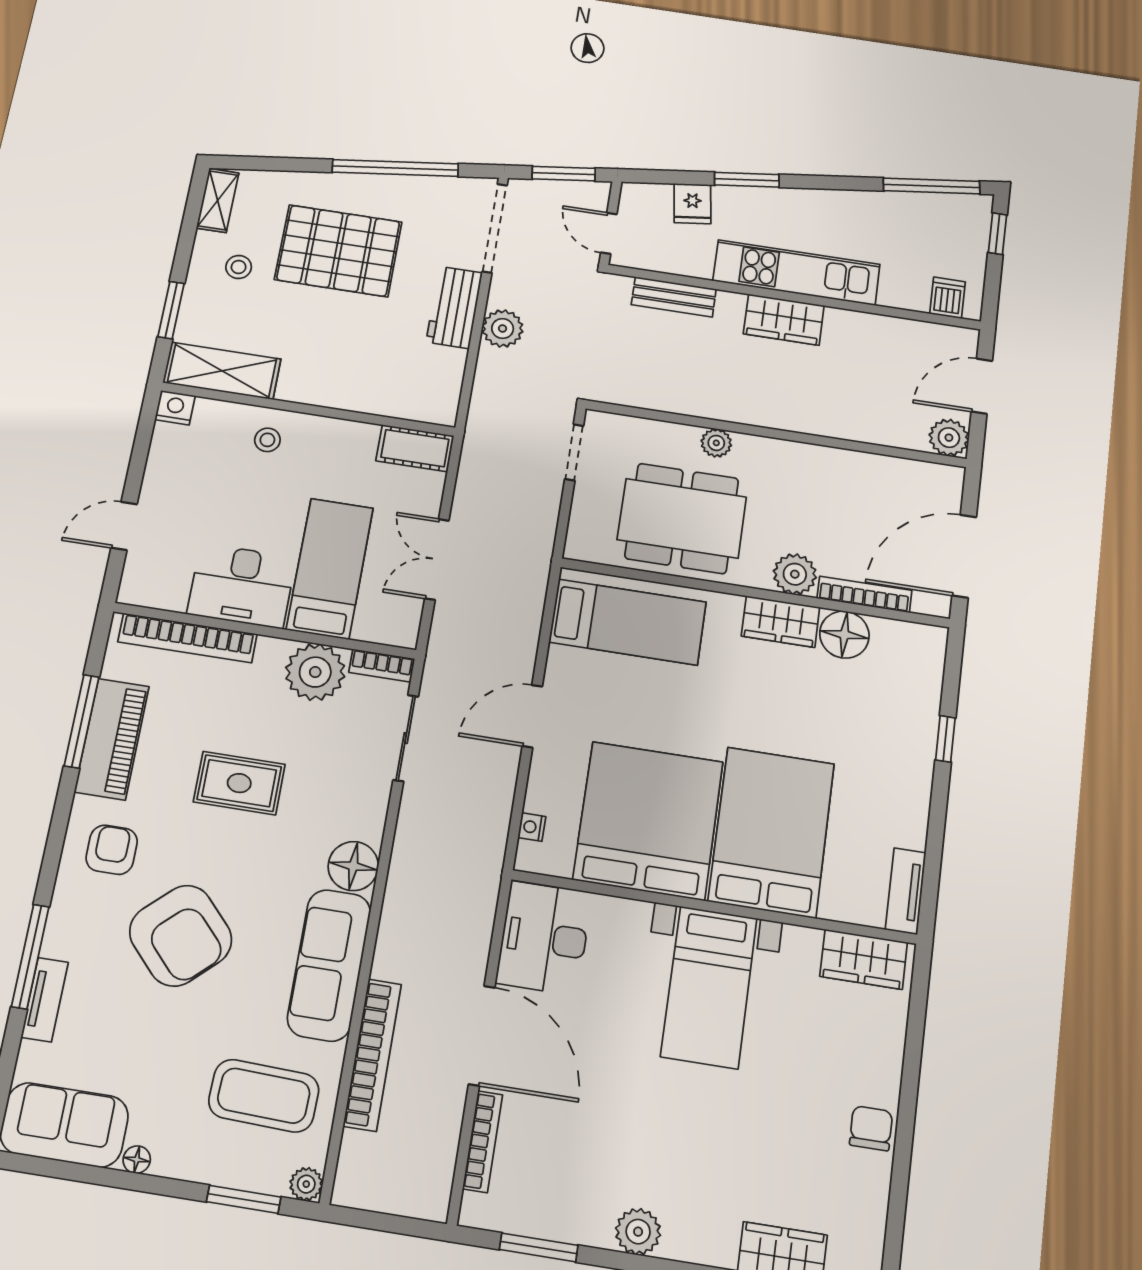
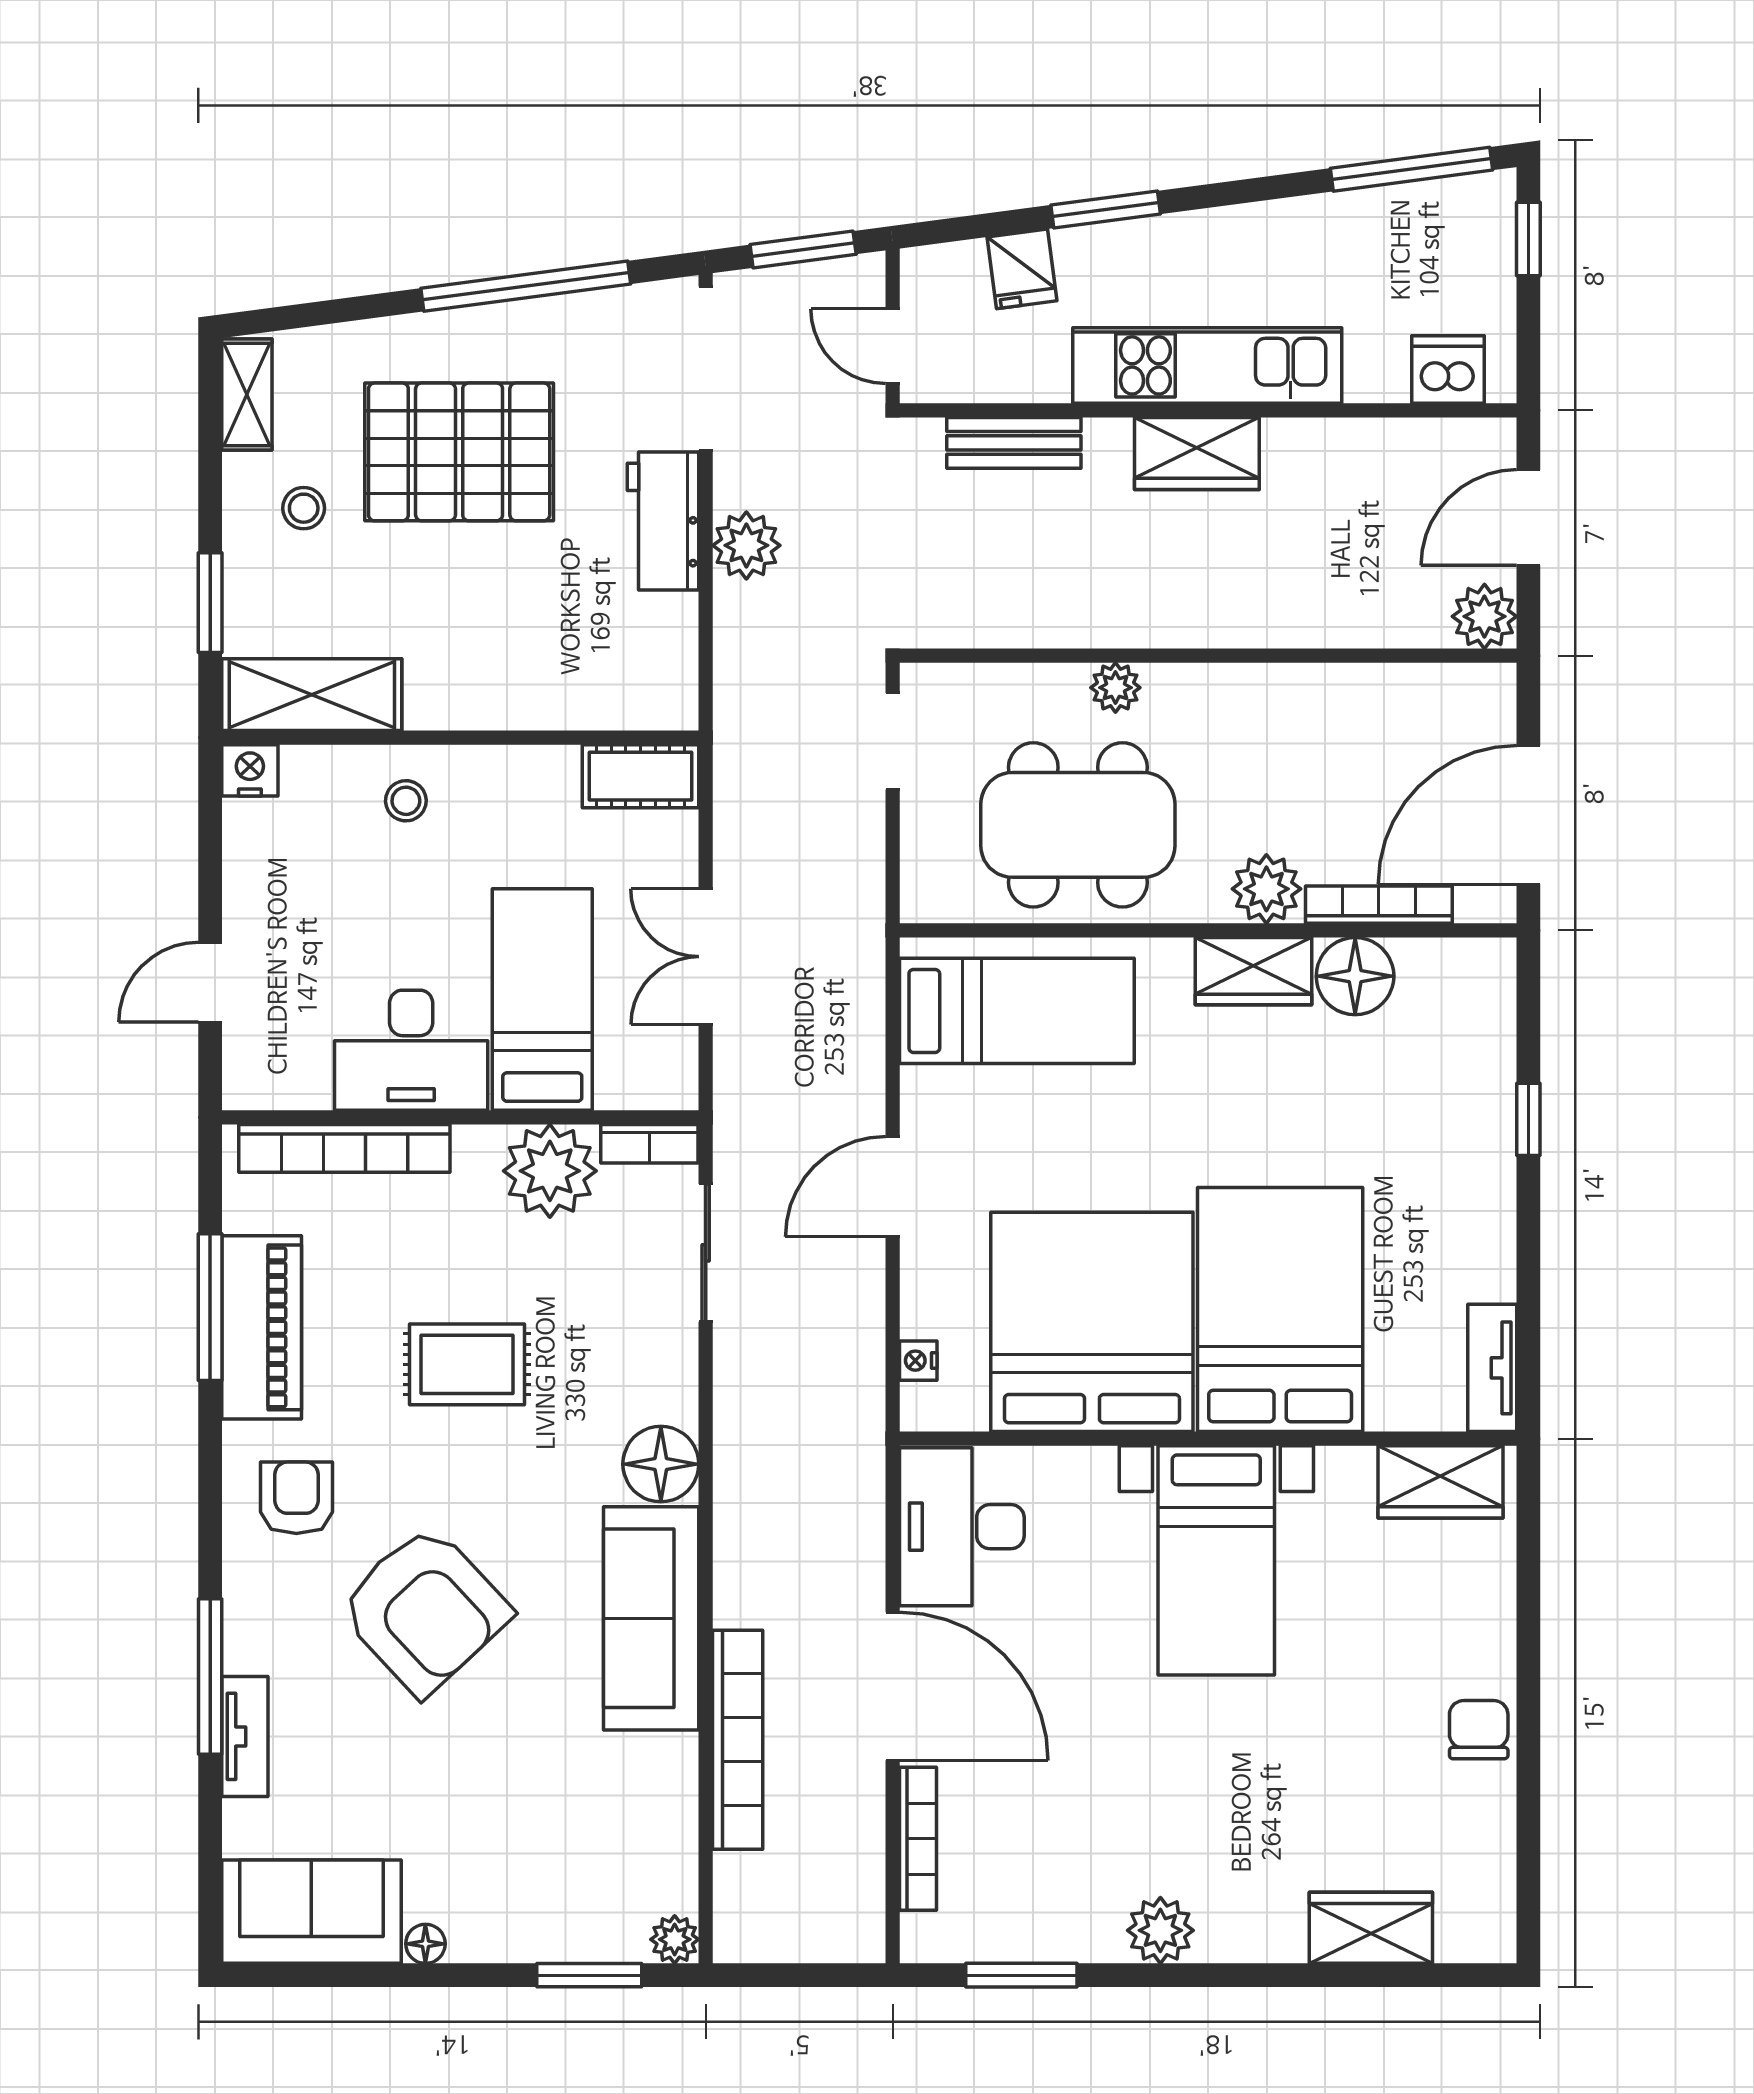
dishwasher: (947, 298) -> (1448, 369), width x1.38
coffee table: (264, 1096) -> (591, 1824), removed

